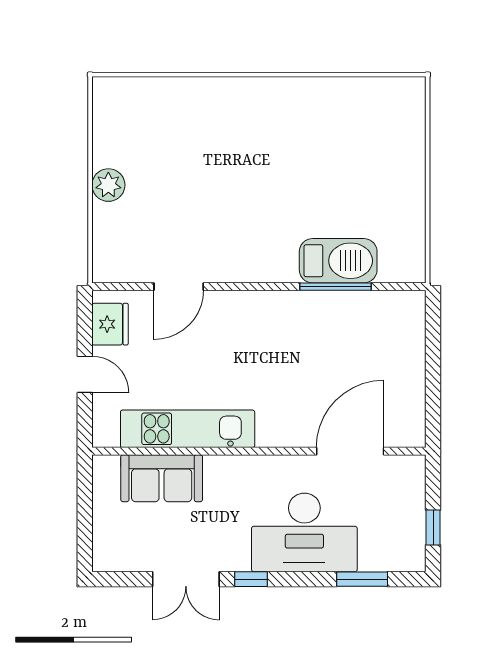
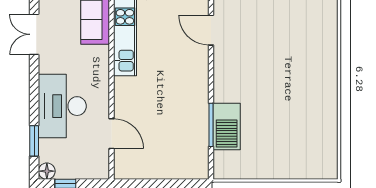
door: (350, 451) -> (111, 134), width x0.73
floor lamp: (412, 558) -> (47, 171), added
window: (251, 579) -> (34, 74), removed

